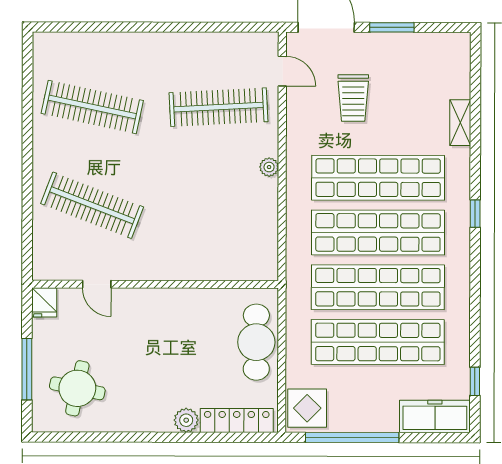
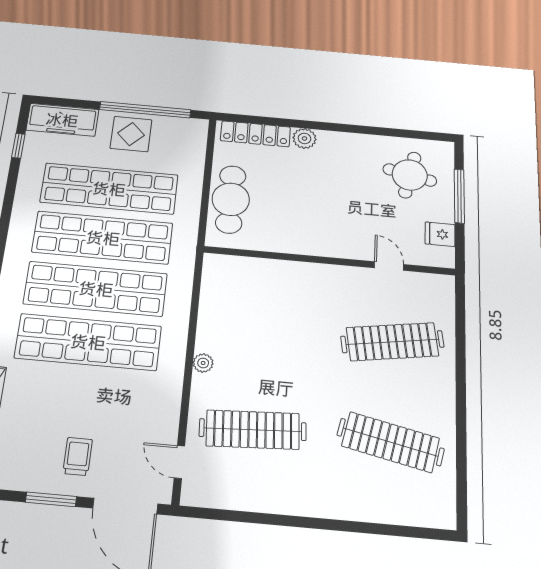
trolley: (353, 98) -> (78, 456), moved, width x0.73, depth x0.72
clothes rail: (92, 205) -> (392, 342), turned -30
fridge: (44, 302) -> (440, 234), moved, turned -90
display table: (307, 408) -> (131, 134), moved

